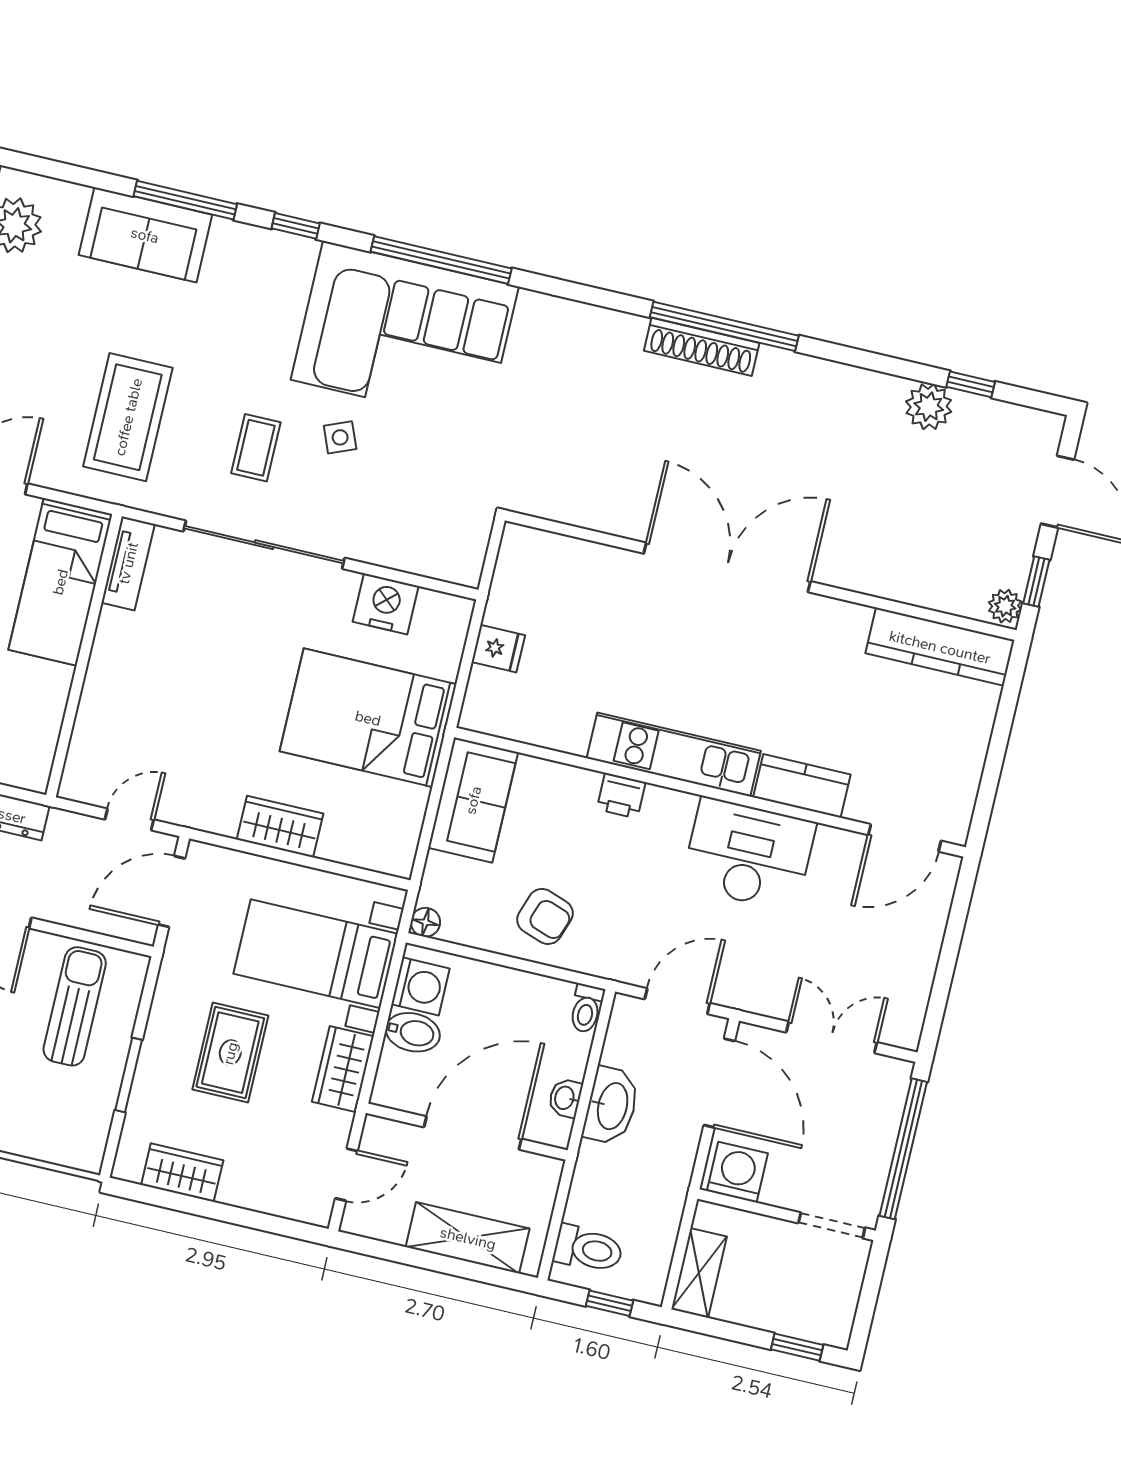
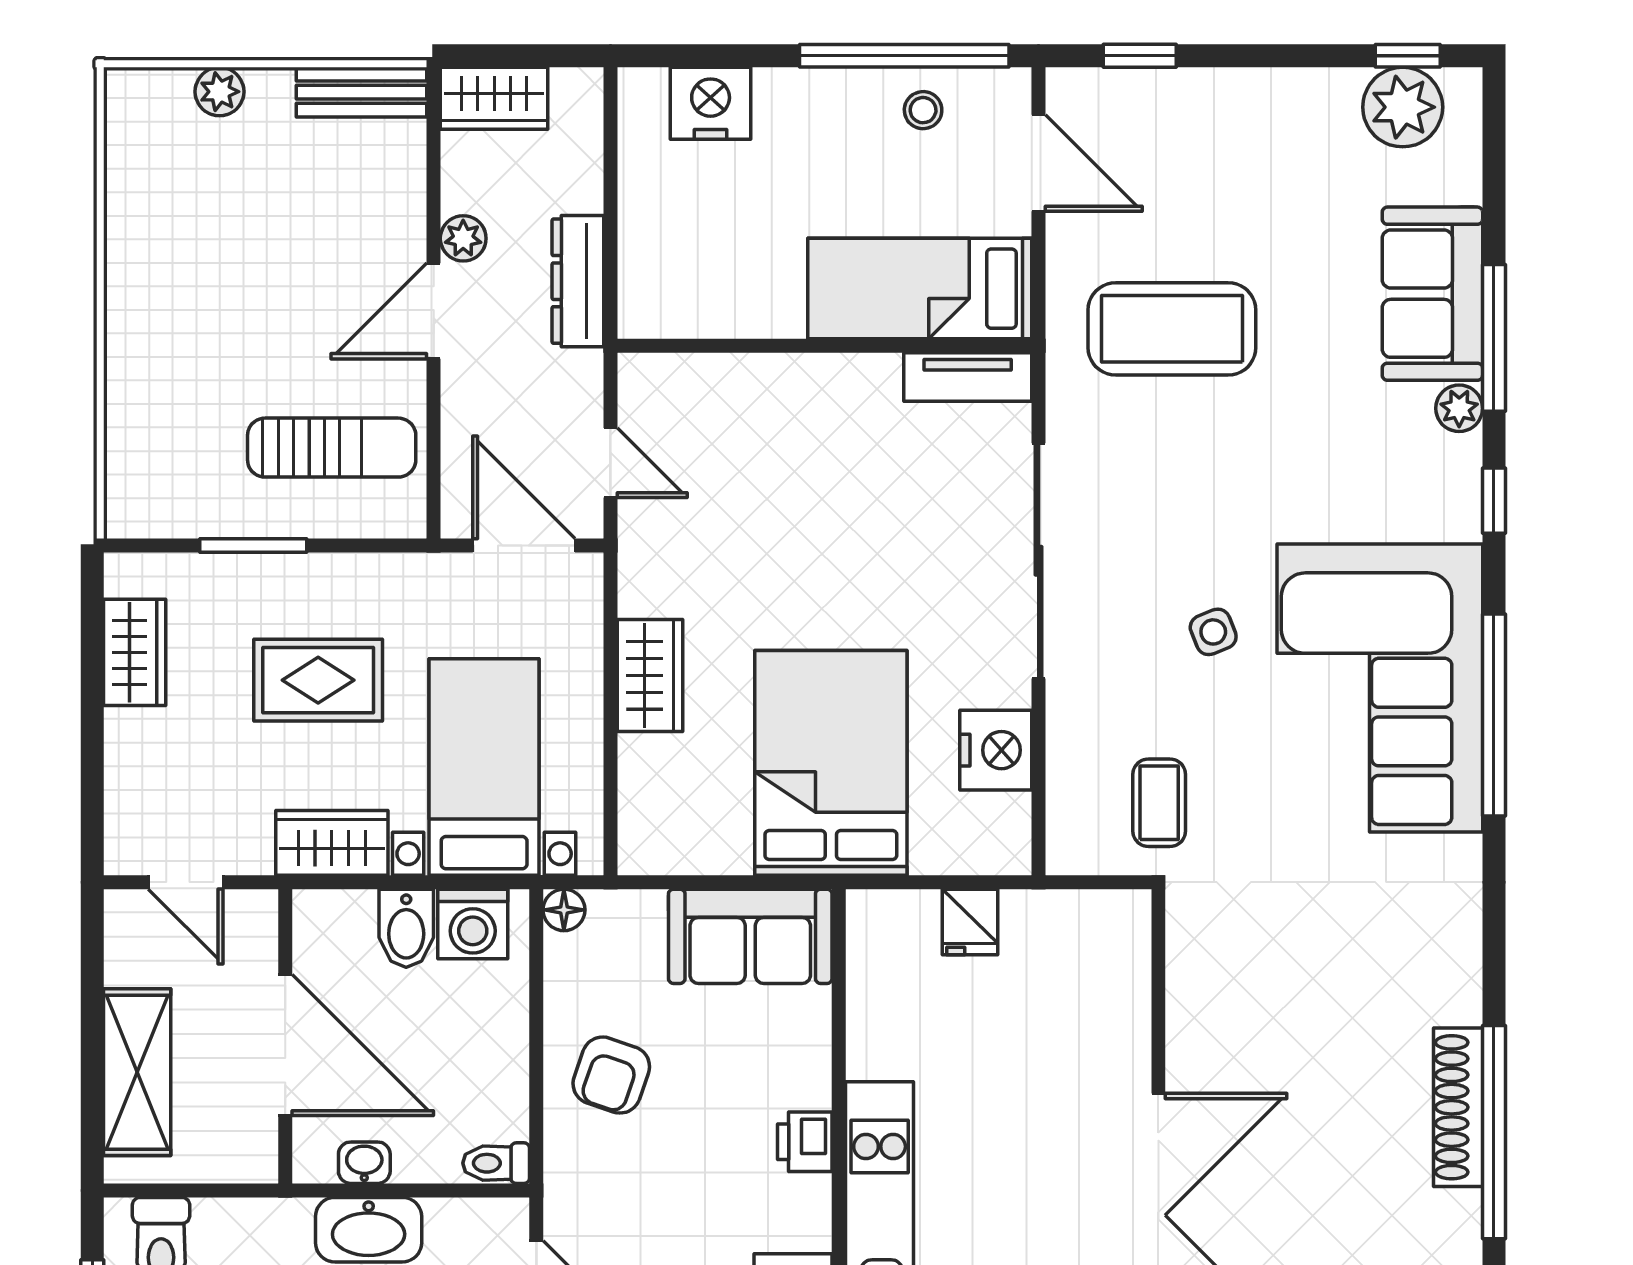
plant: (227, 235) -> (1459, 408), added
coffee table: (256, 448) -> (1159, 803), moved, turned 90

